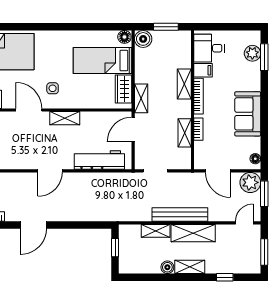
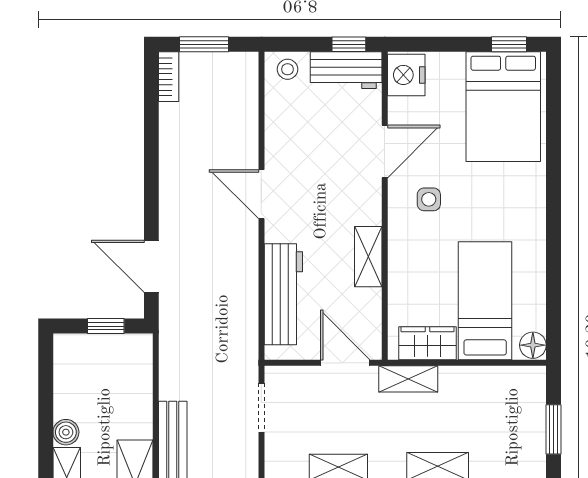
boiler: (143, 39) -> (529, 383), removed
shelving: (65, 118) -> (368, 257), moved
door: (33, 225) -> (151, 266), moved
shelving: (156, 231) -> (140, 408), removed

